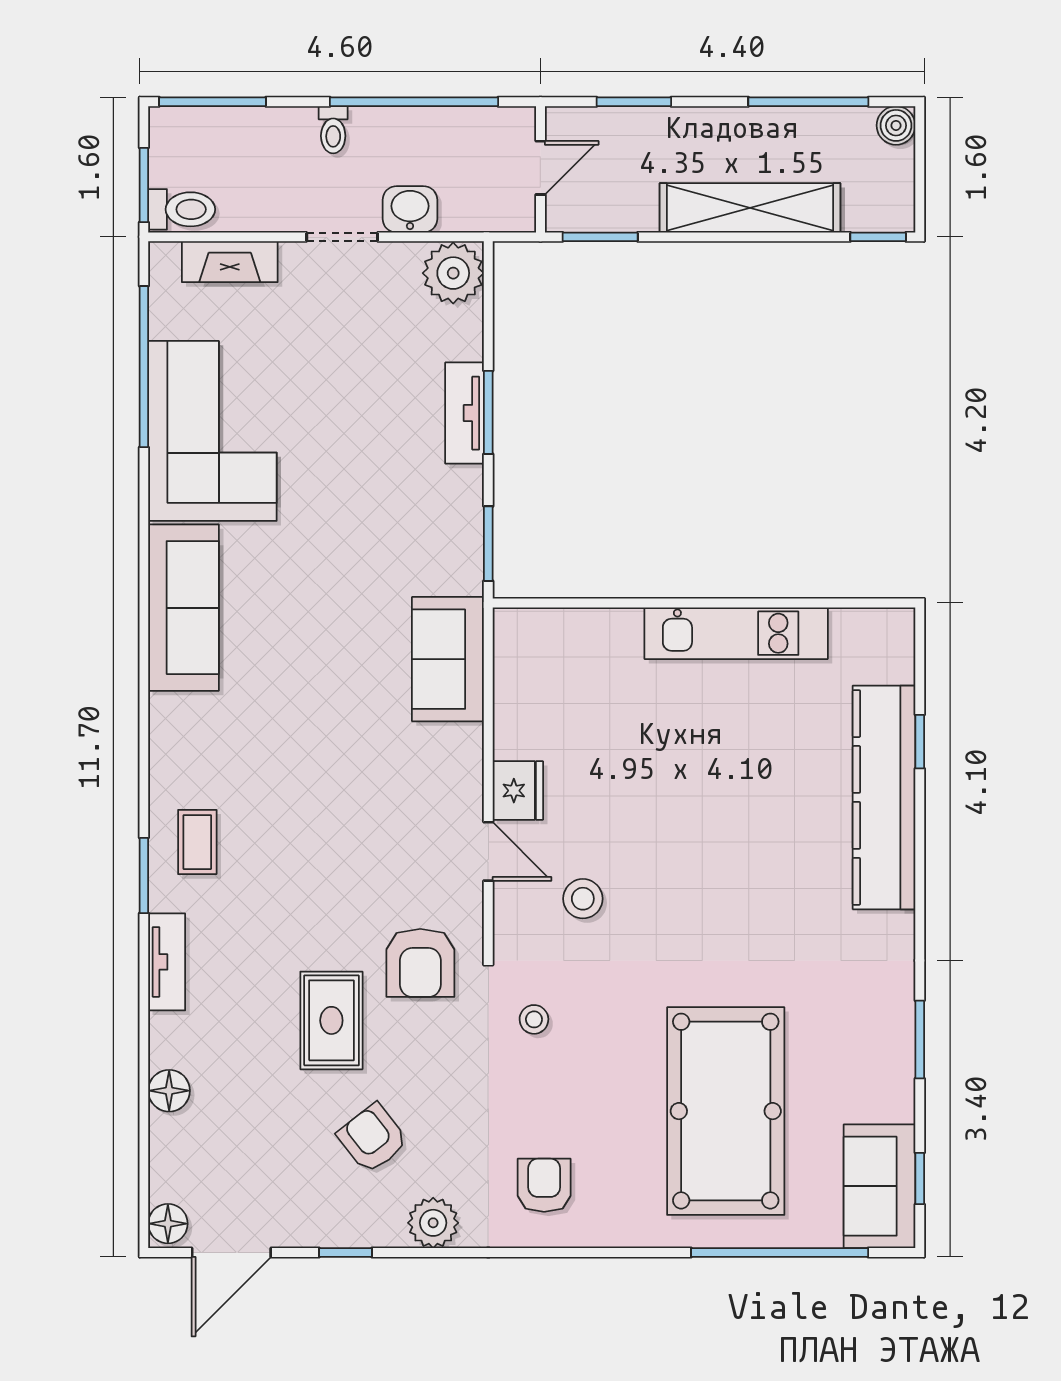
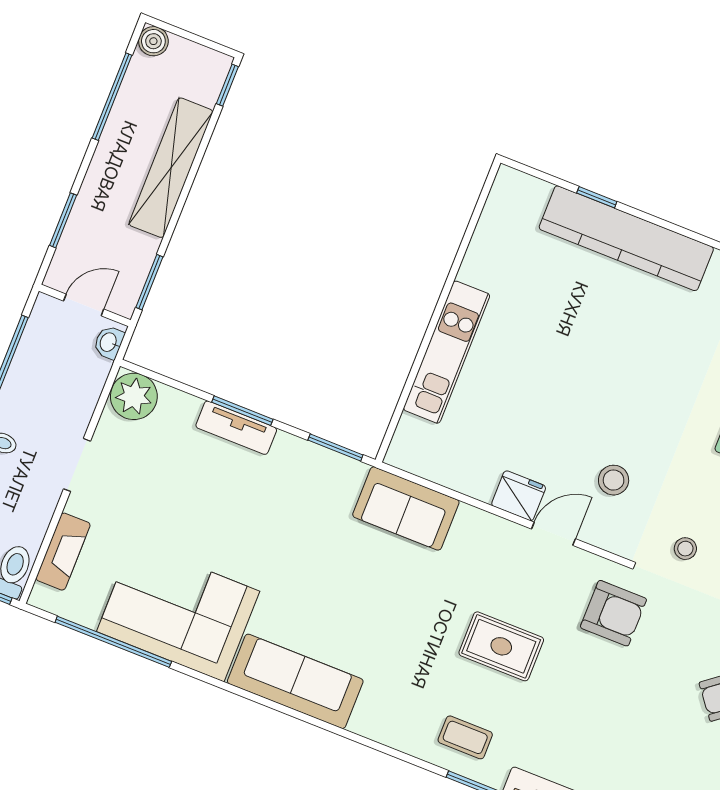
door: (540, 168) -> (84, 305), hinge flipped
washbasin: (410, 209) -> (109, 342), moved, width x0.72, depth x0.69
kitchen unit: (736, 633) -> (447, 352), moved
rug: (331, 1020) -> (501, 646), moved

